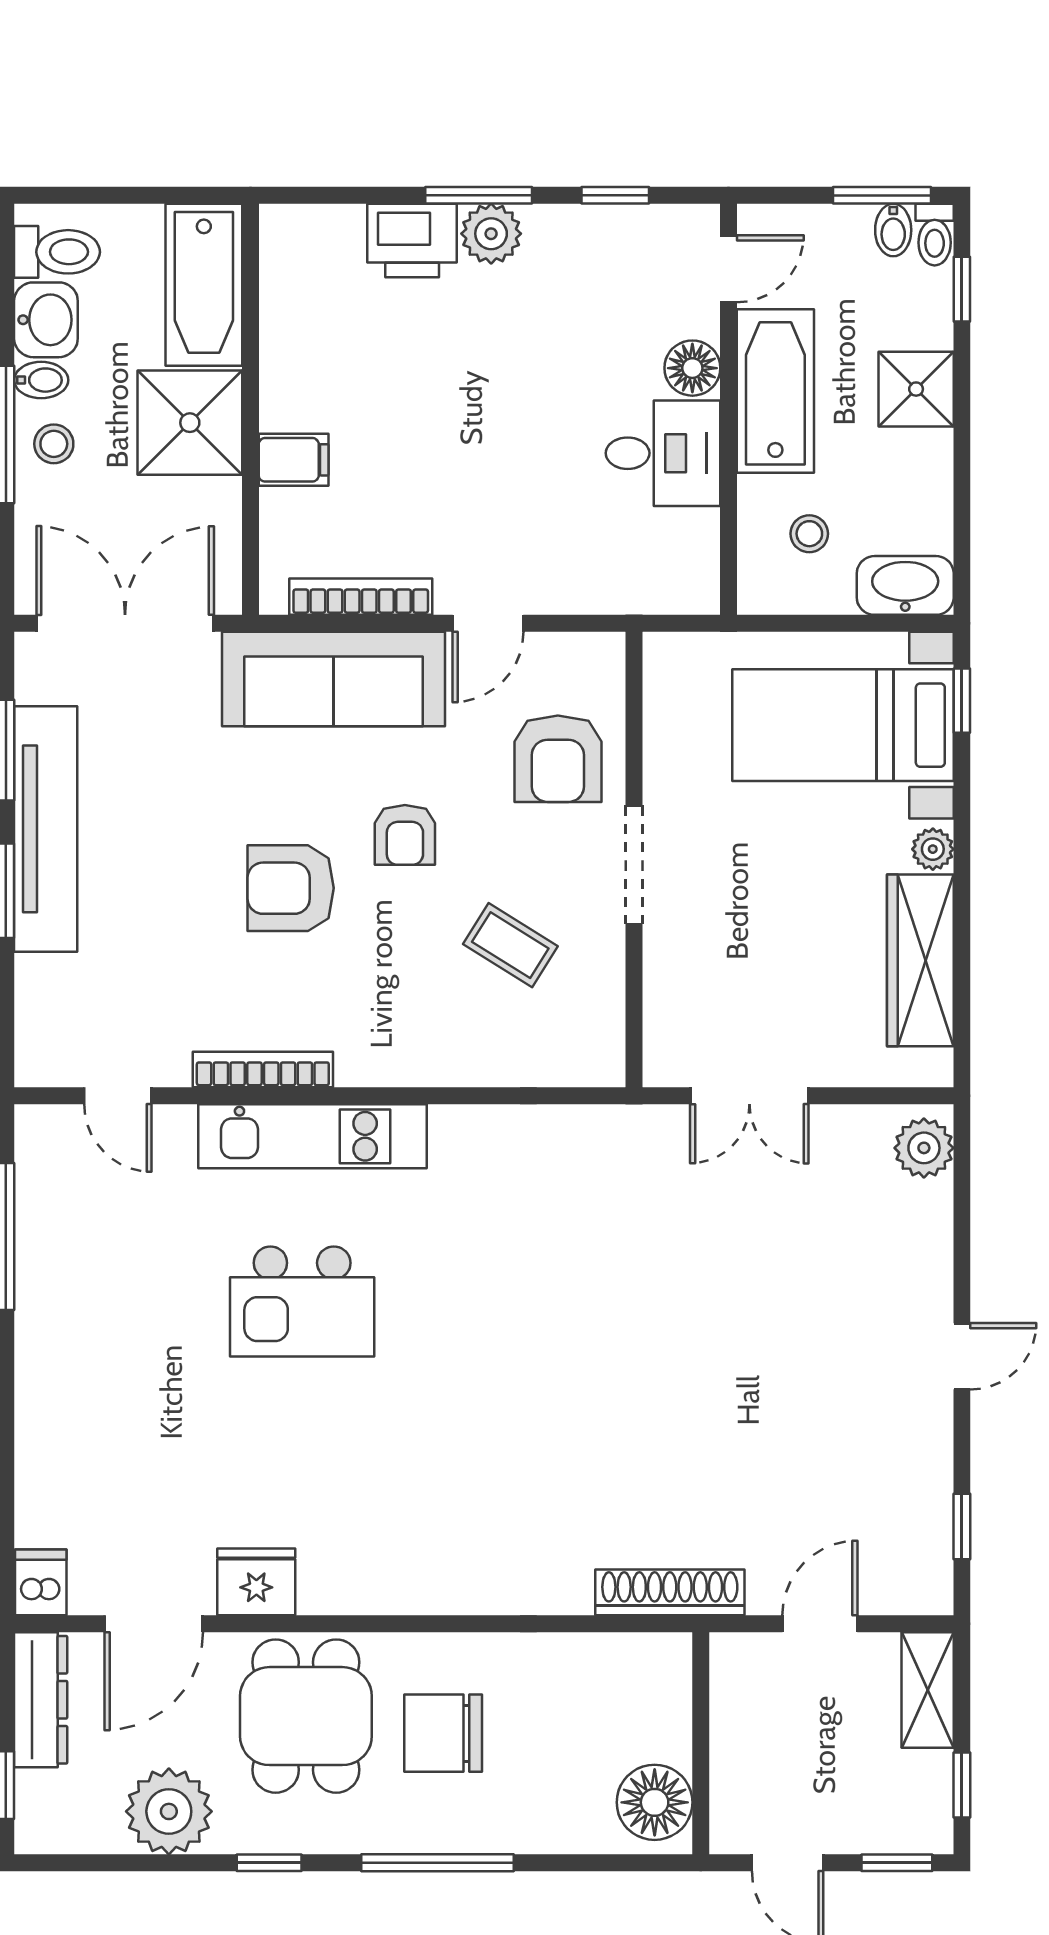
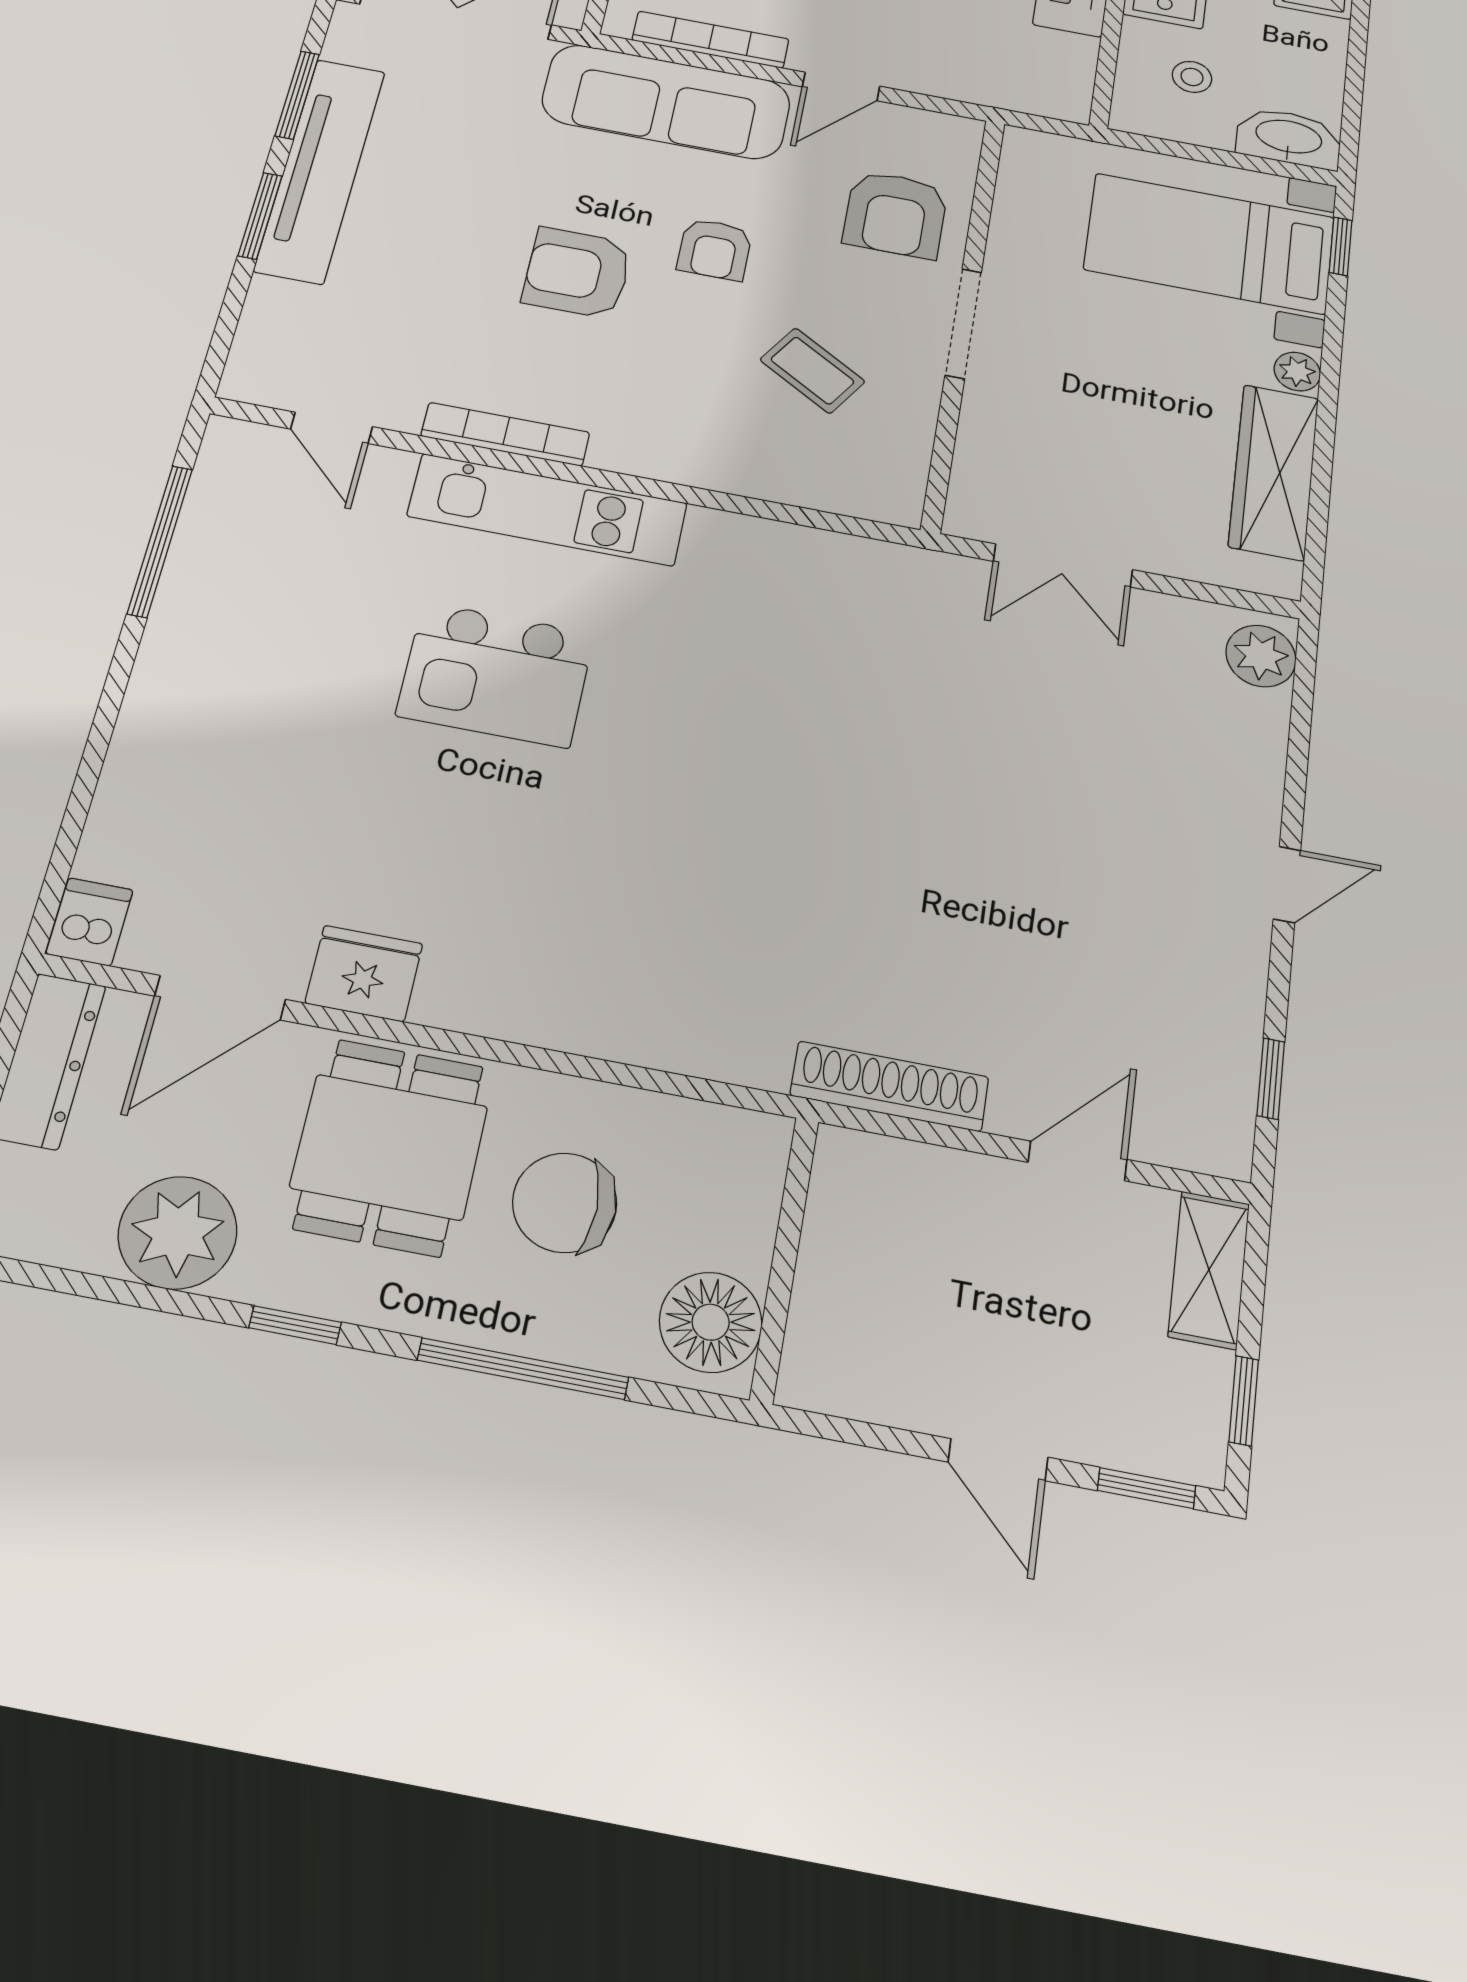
wall: (701, 1743) -> (785, 1258), moved
floor lamp: (655, 1802) -> (711, 1322), moved

